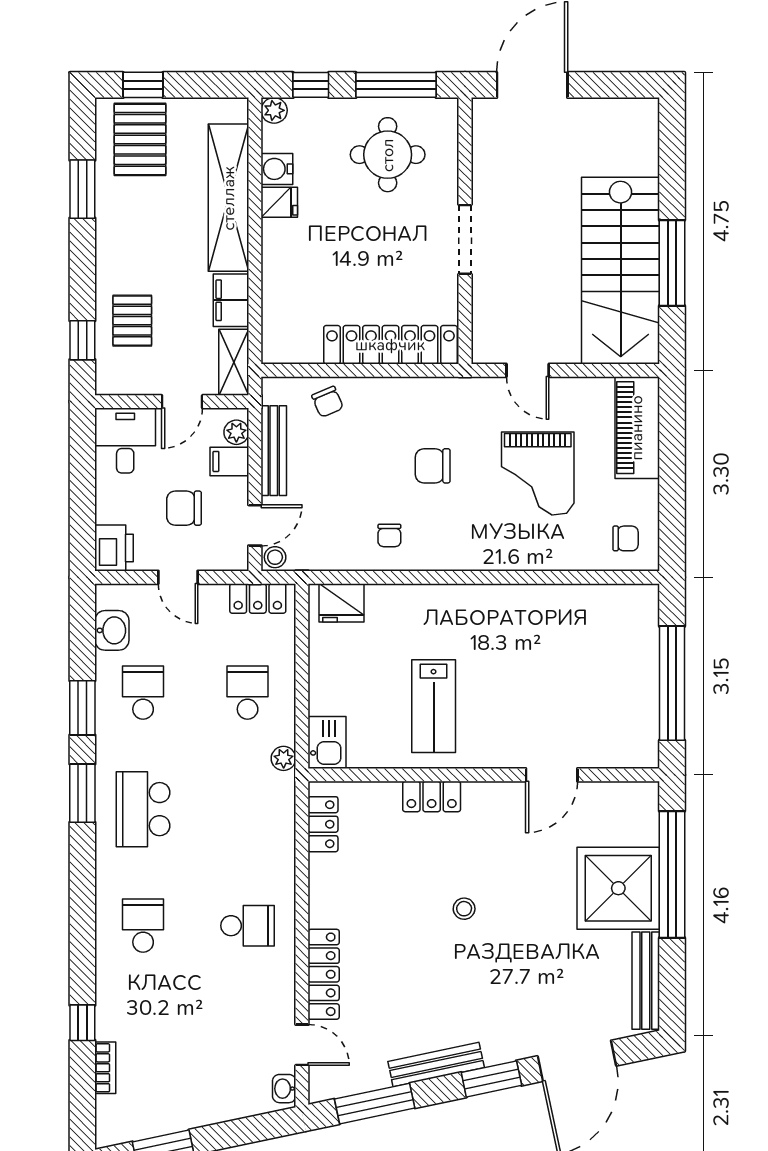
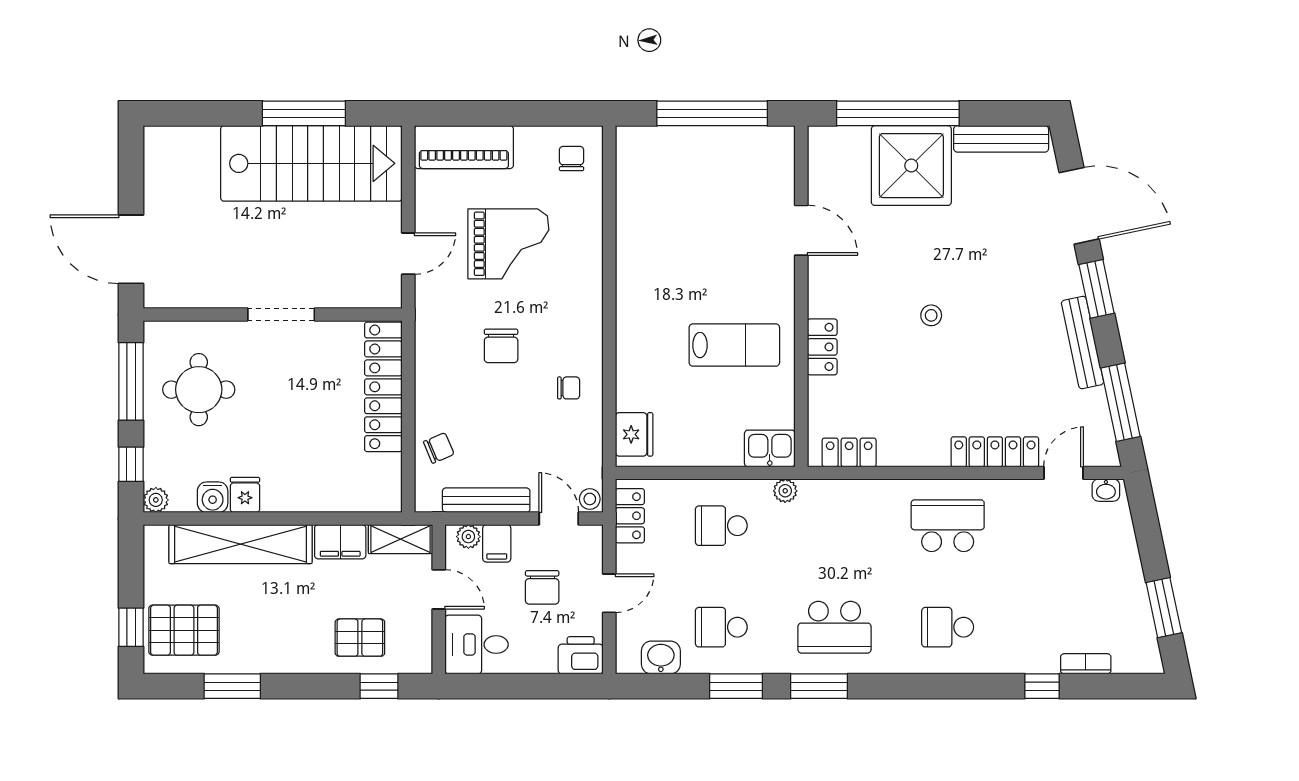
school desk: (248, 926) -> (948, 526), width x1.85

